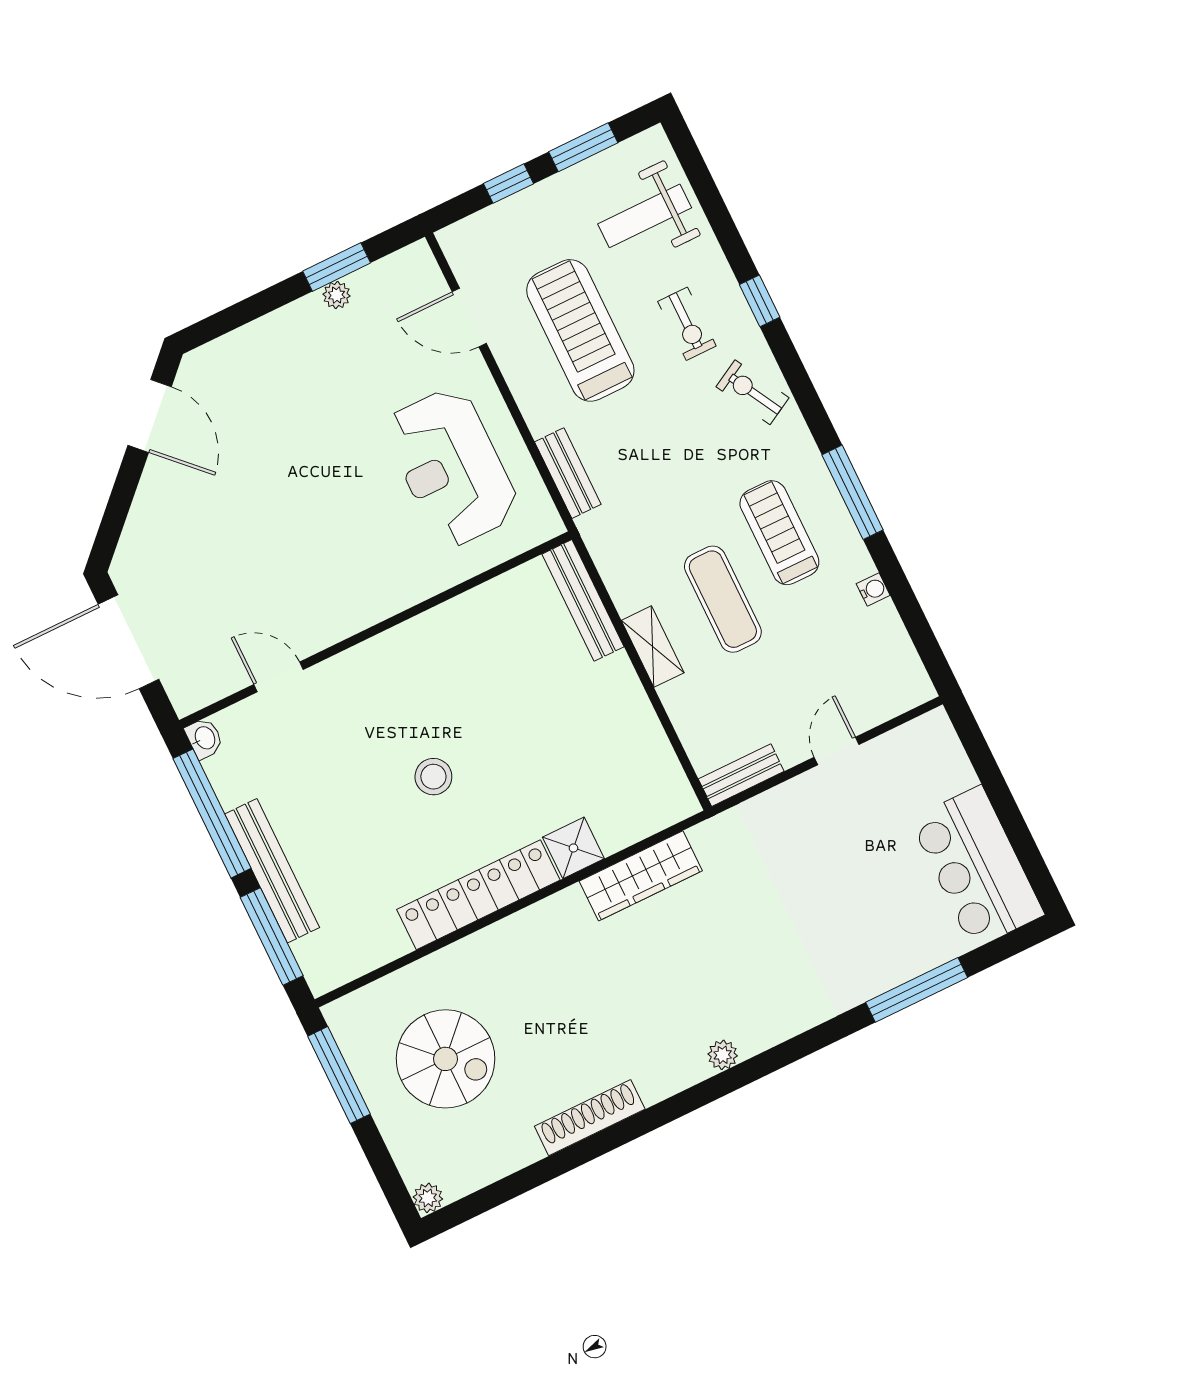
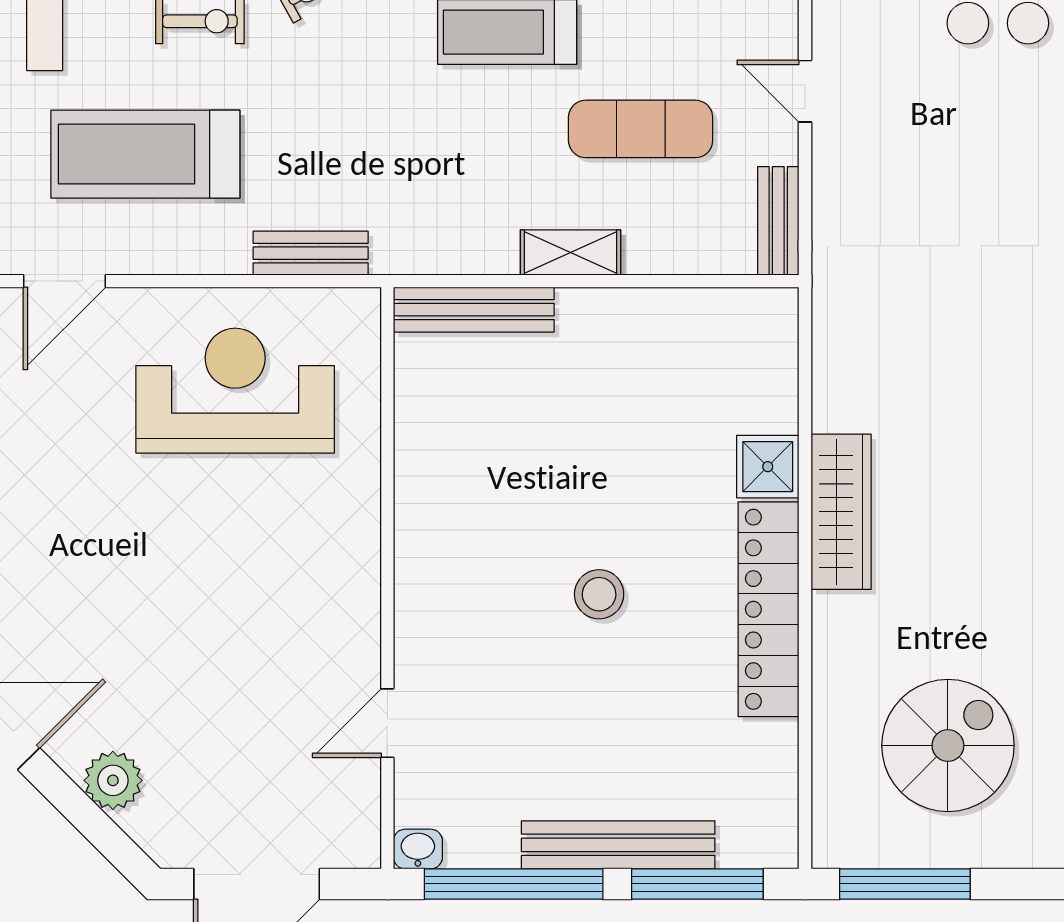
reception desk: (451, 467) -> (235, 391), turned 180
plant: (151, 512) -> (113, 780), added
exercise mat: (723, 599) -> (641, 129), moved
wardrobe: (641, 876) -> (841, 512), moved

